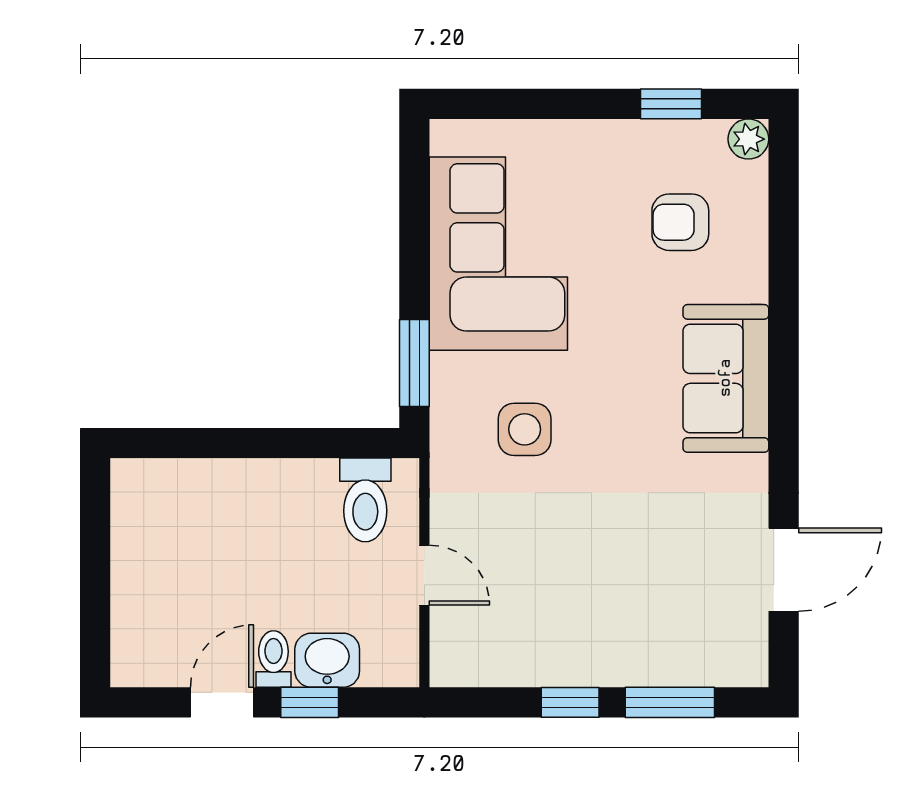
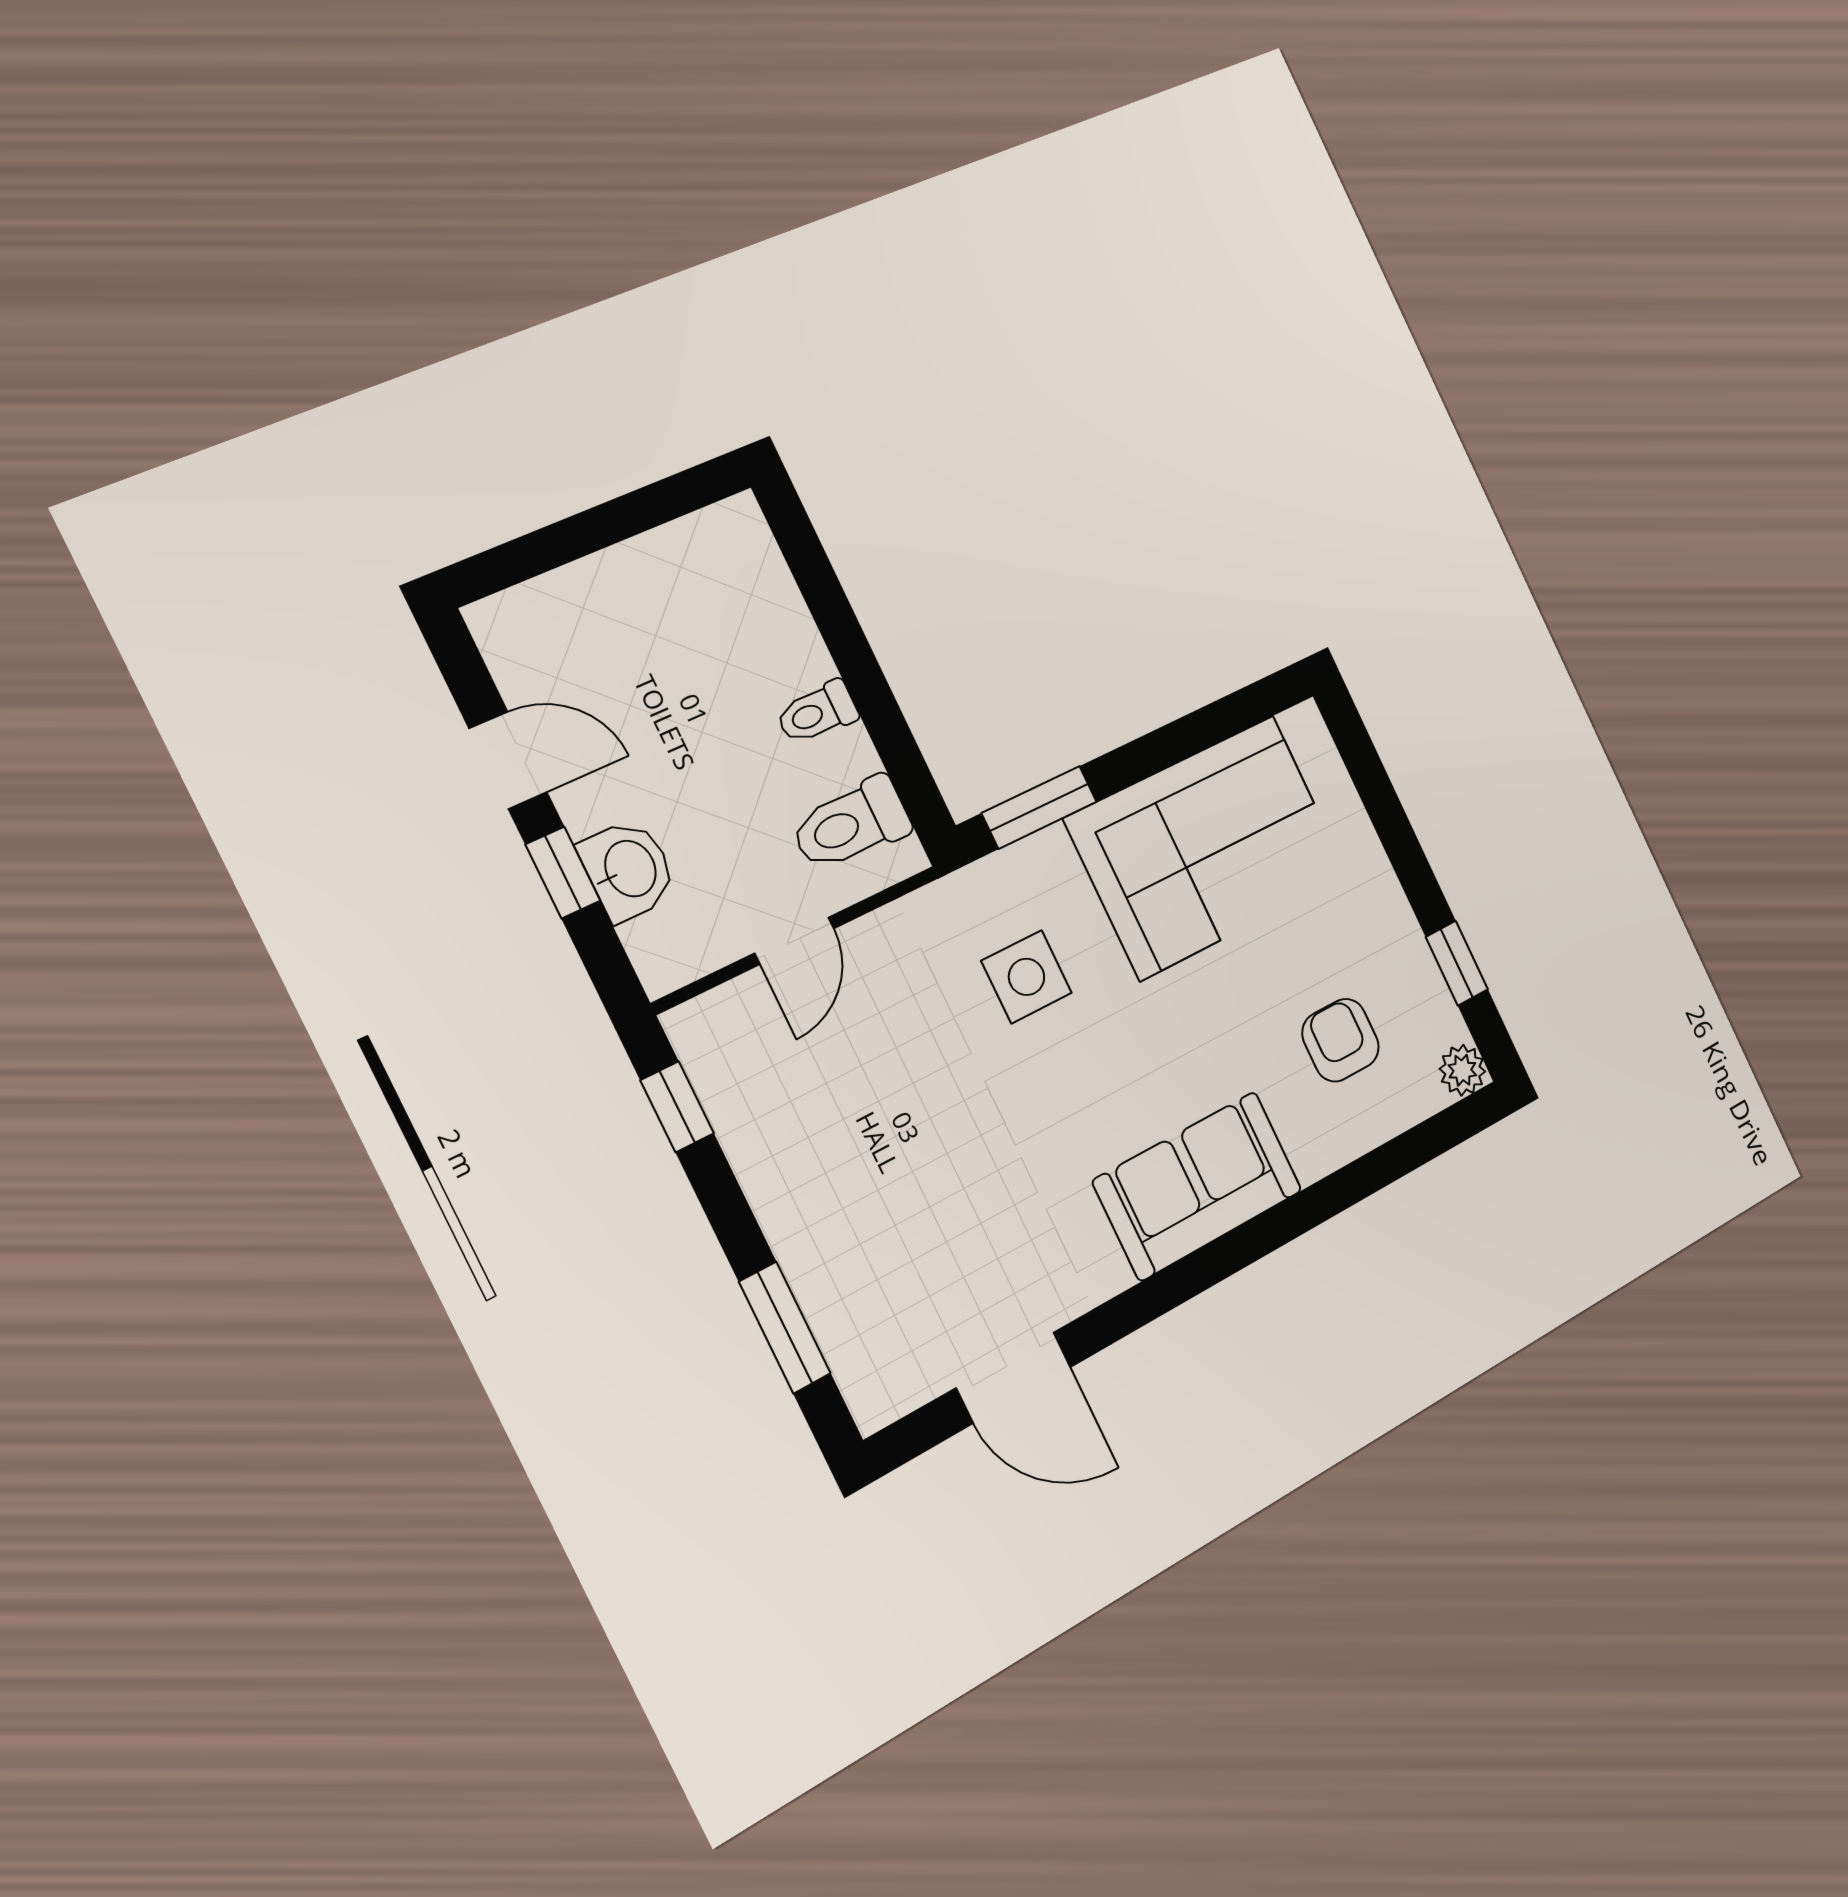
toilet: (273, 659) -> (817, 713), moved, turned 180
window: (570, 702) -> (677, 1107), moved

